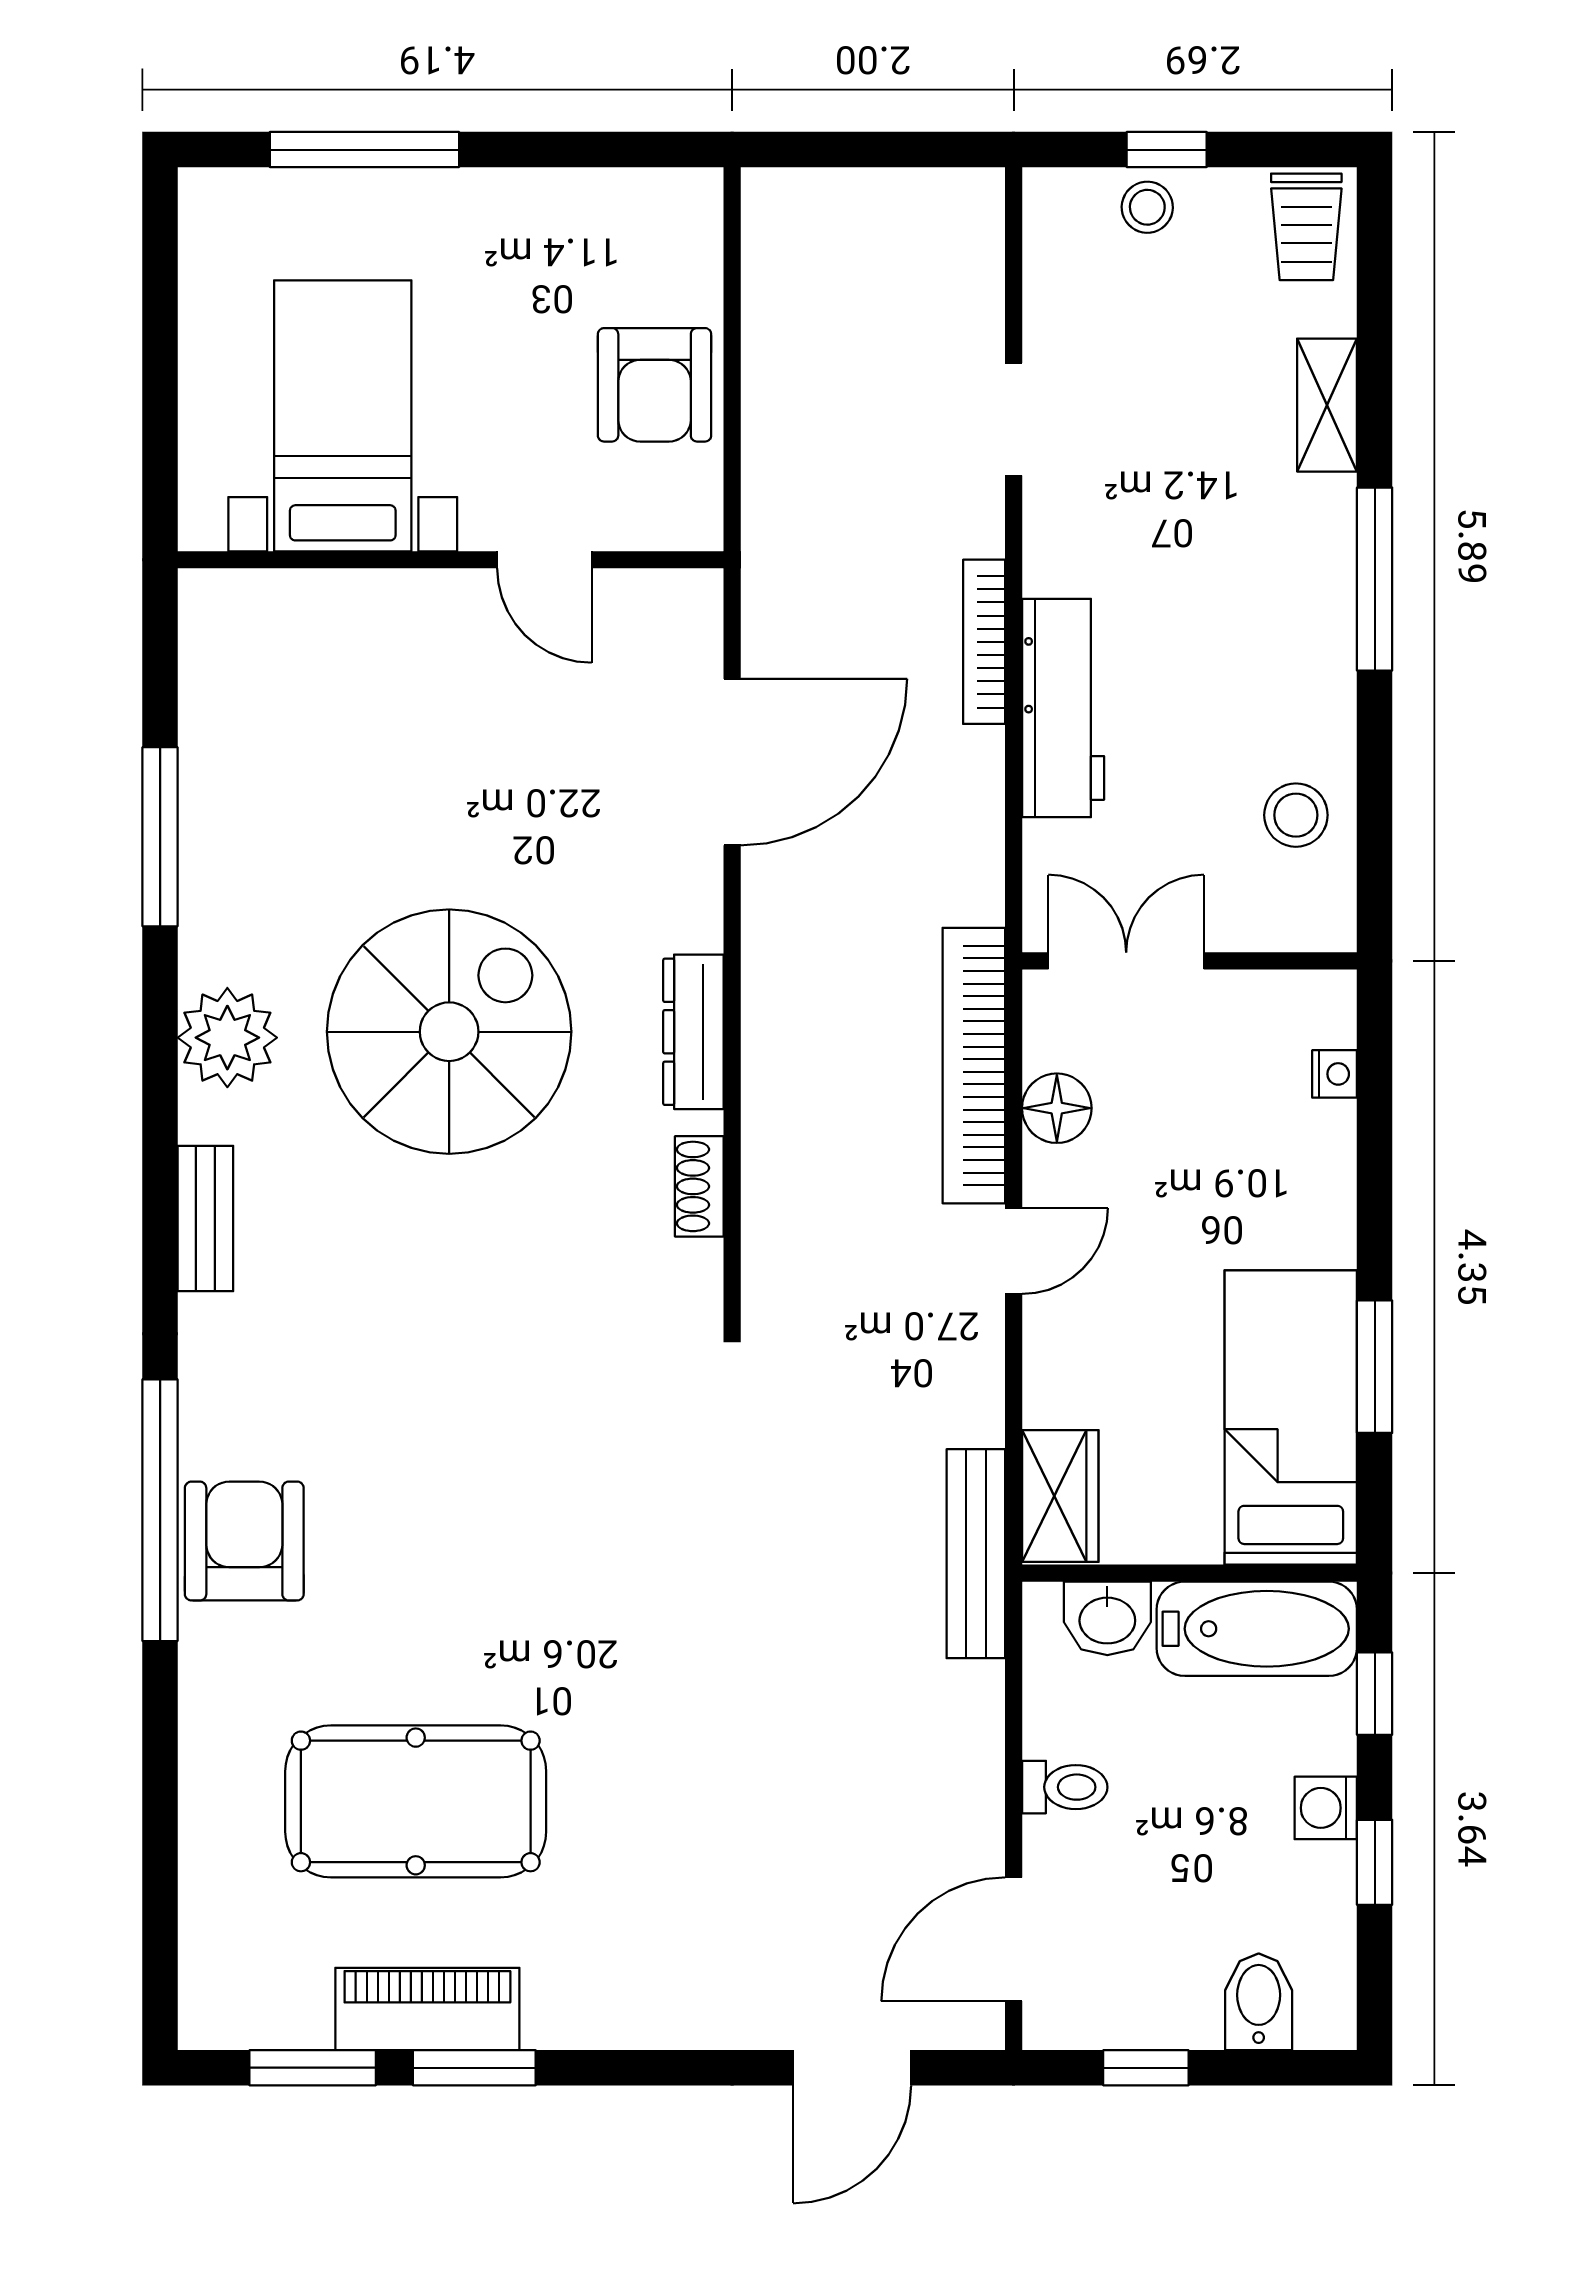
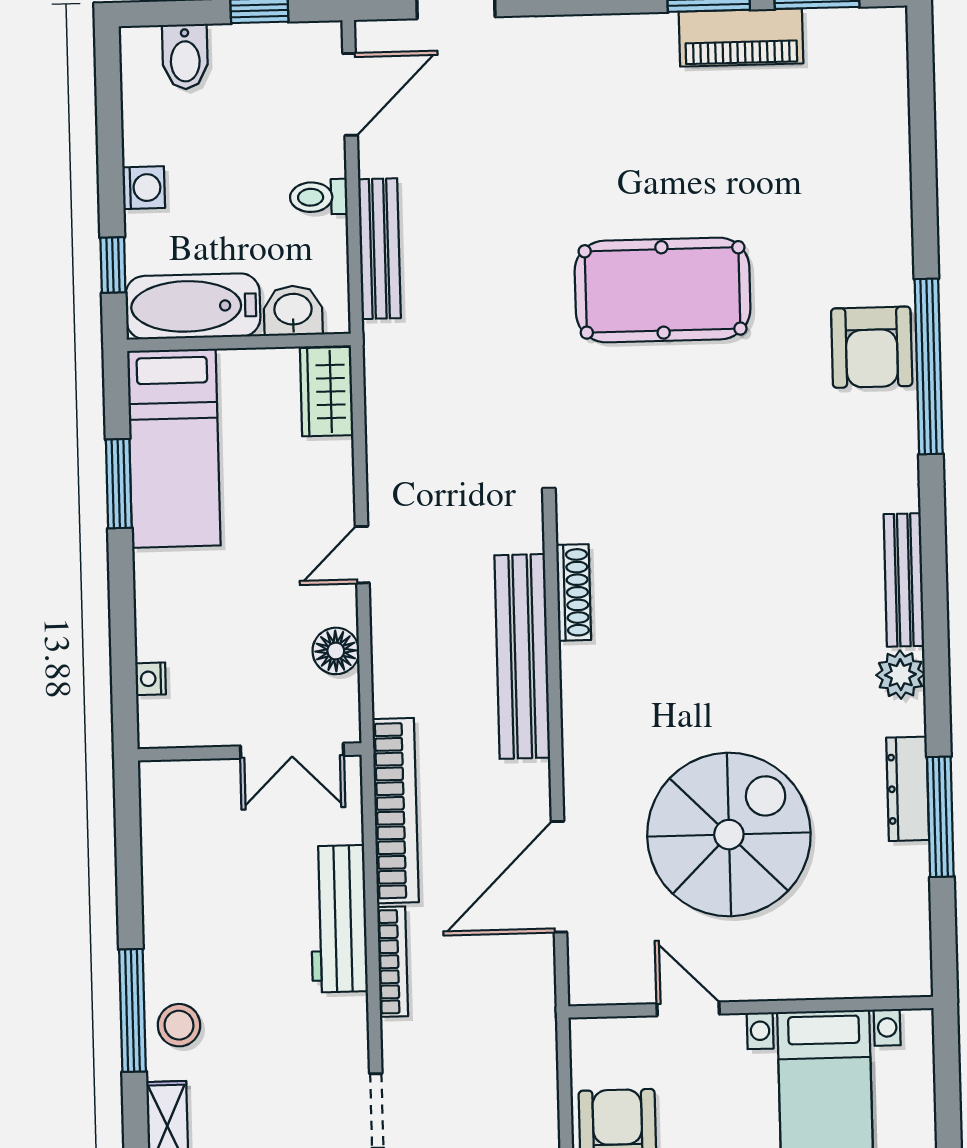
stool: (1296, 815) -> (179, 1025), moved
spiral stairs: (449, 1032) -> (729, 835), moved, turned 180
dresser: (693, 1032) -> (908, 789), moved, turned 180
plant: (227, 1038) -> (900, 675), width x0.73, depth x0.73
bookcase: (974, 1066) -> (395, 811), moved
bench: (778, 1093) -> (522, 656), added
shoe rack: (699, 1186) -> (574, 592), width x1.43
bench: (205, 1218) -> (904, 580), width x1.36
bench: (976, 1554) -> (379, 249), moved
pool table: (416, 1801) -> (663, 290), moved
window: (1375, 1862) -> (110, 152), removed

